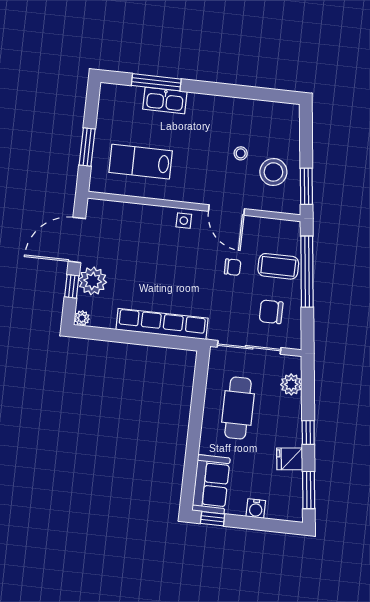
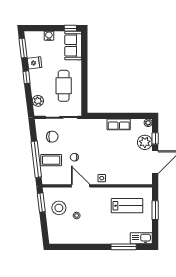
kitchen sink: (165, 100) -> (141, 238), moved
row of seats: (162, 324) -> (119, 124), width x0.50

